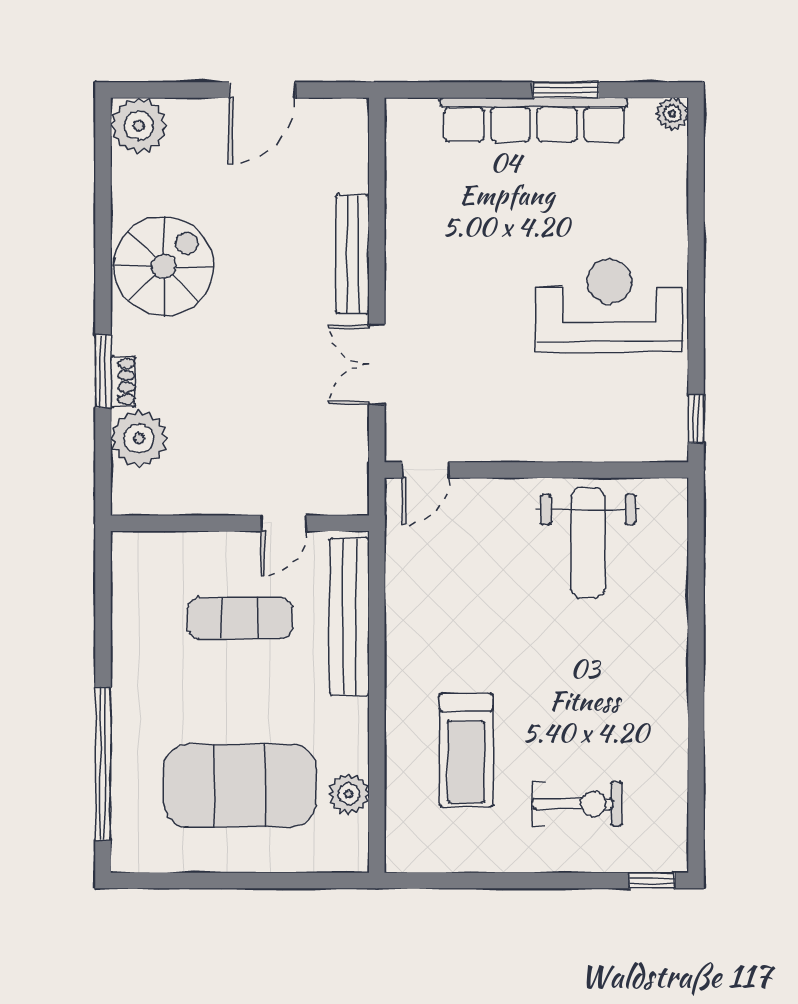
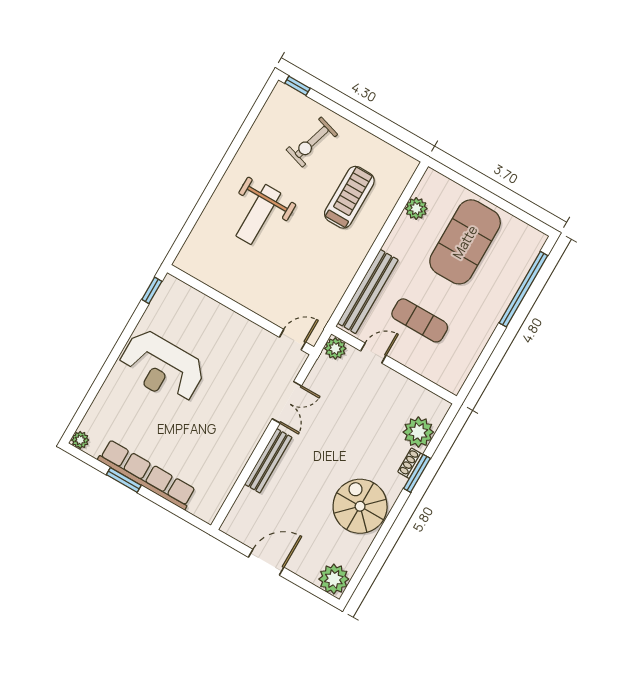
spiral stairs: (164, 266) -> (360, 506), turned 90
plant: (349, 496) -> (335, 348), added
weight bench: (588, 543) -> (258, 214), moved, turned 180
exercise mat: (240, 786) -> (465, 242), turned 90
exercise bike: (577, 804) -> (312, 142), turned -73

